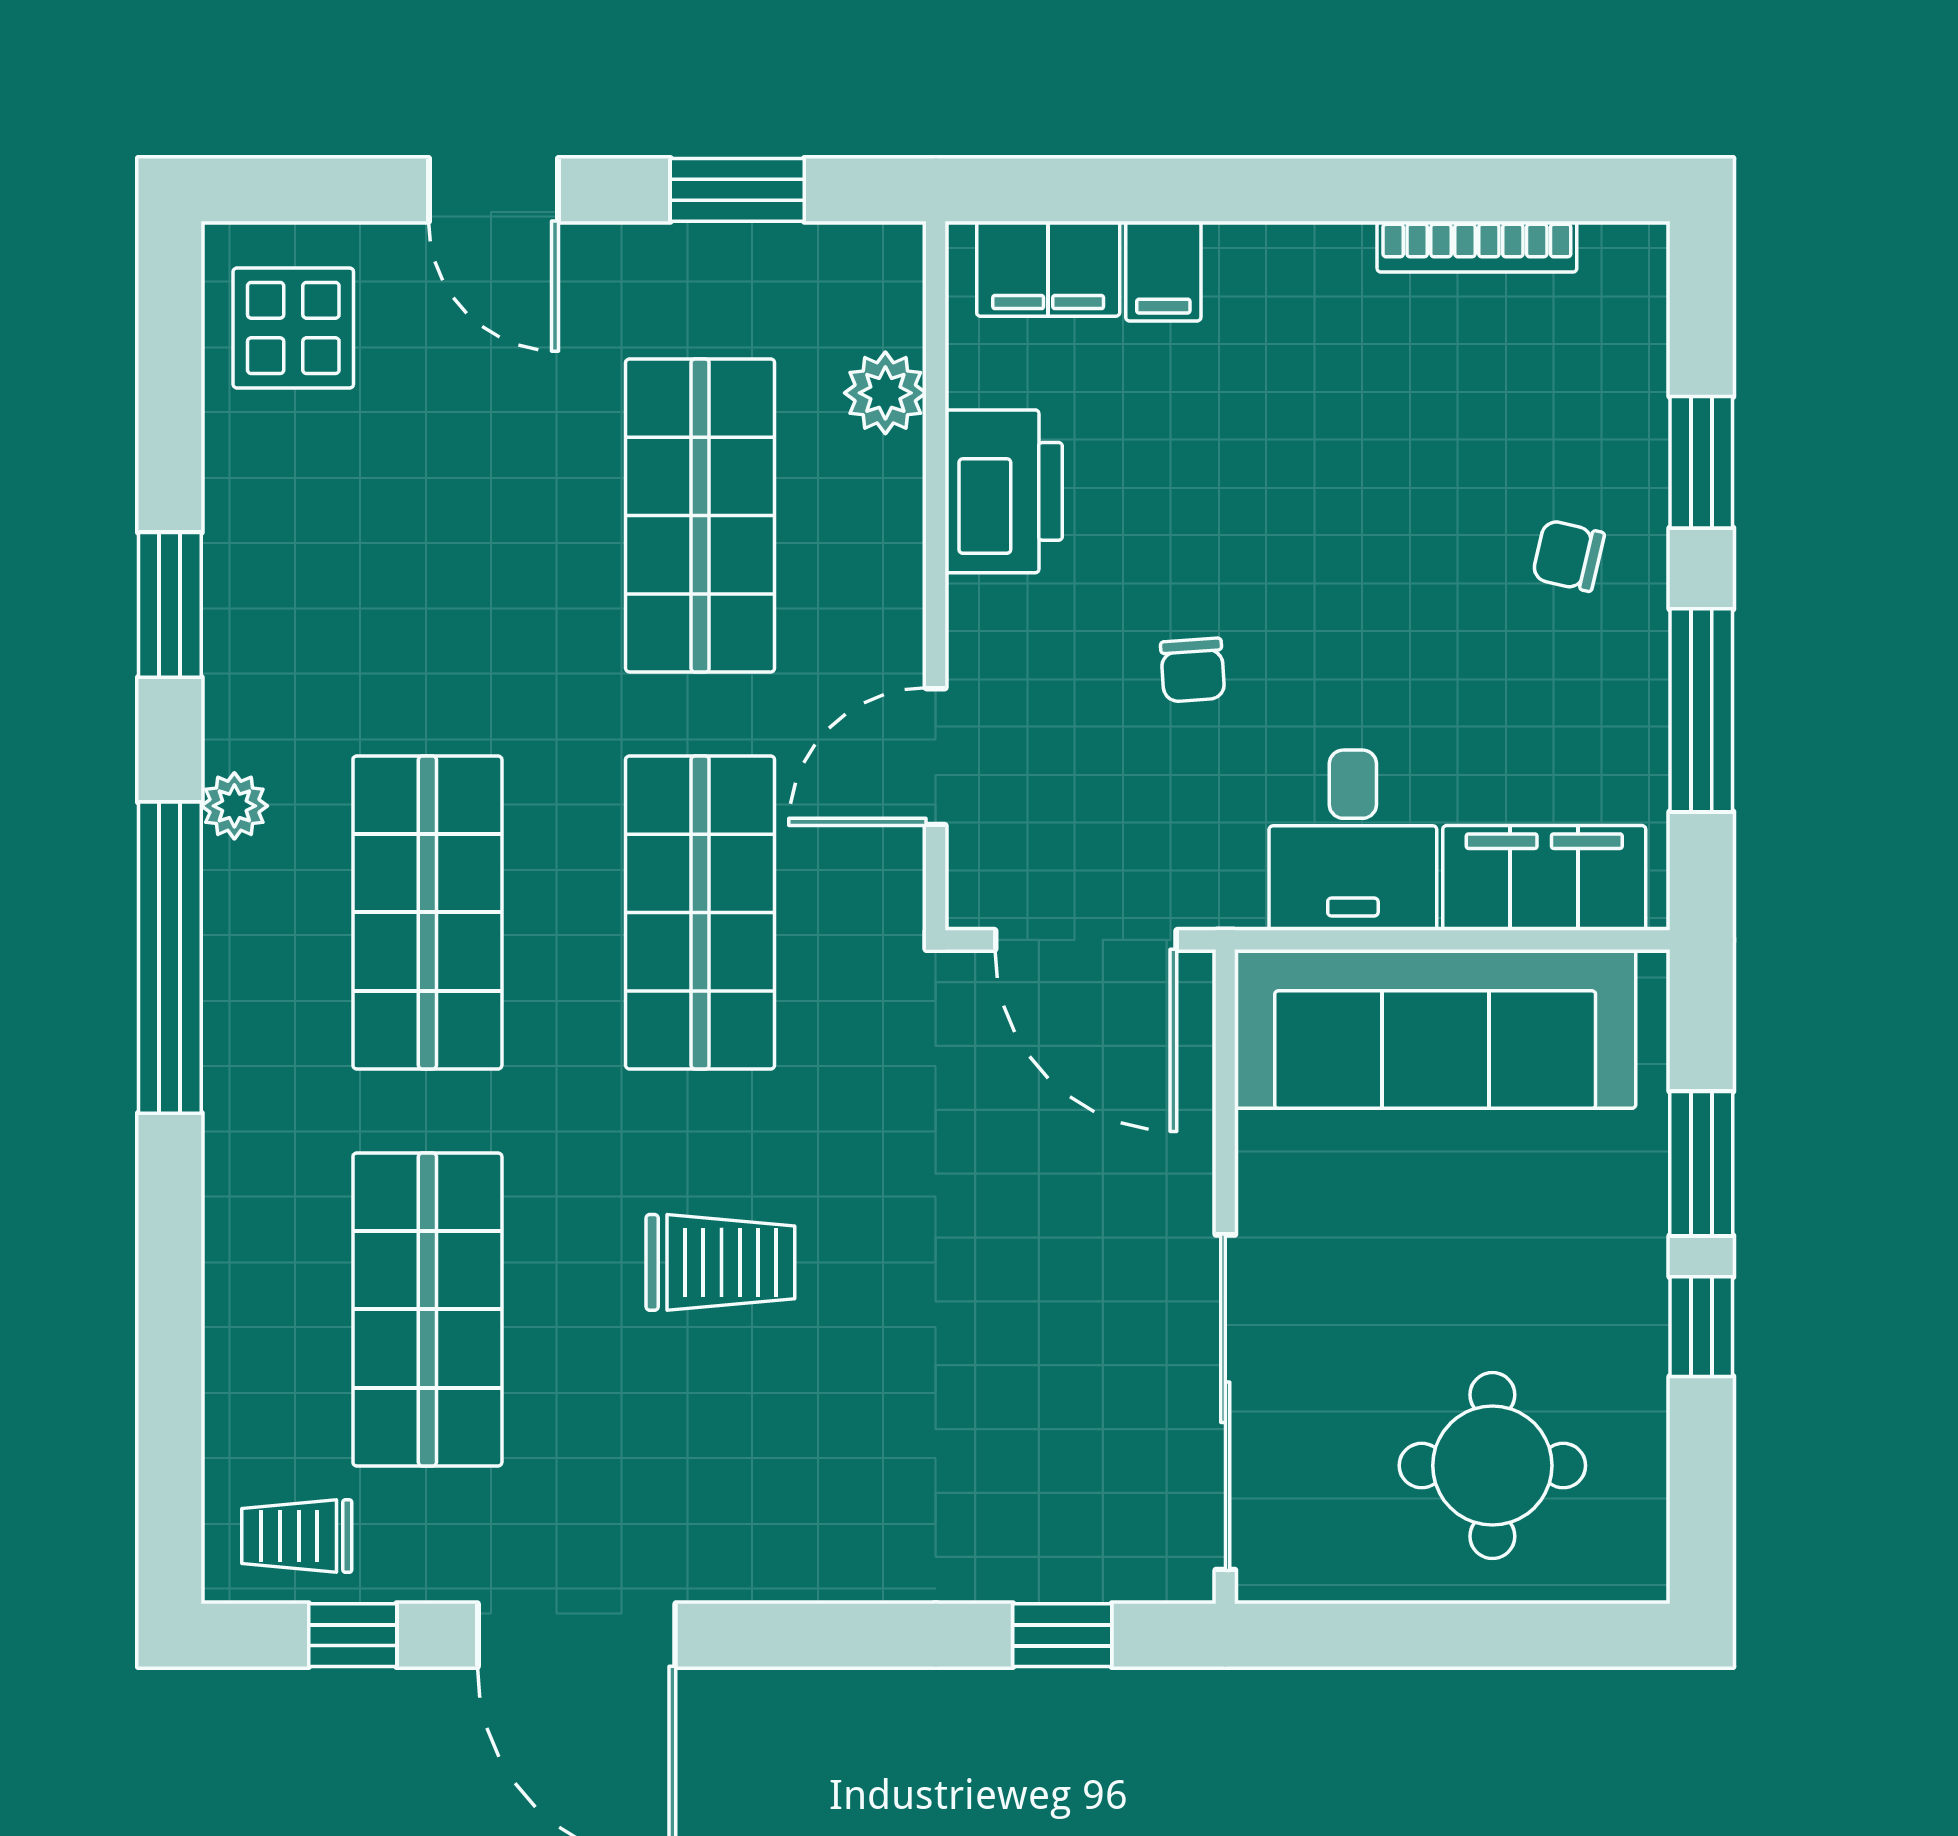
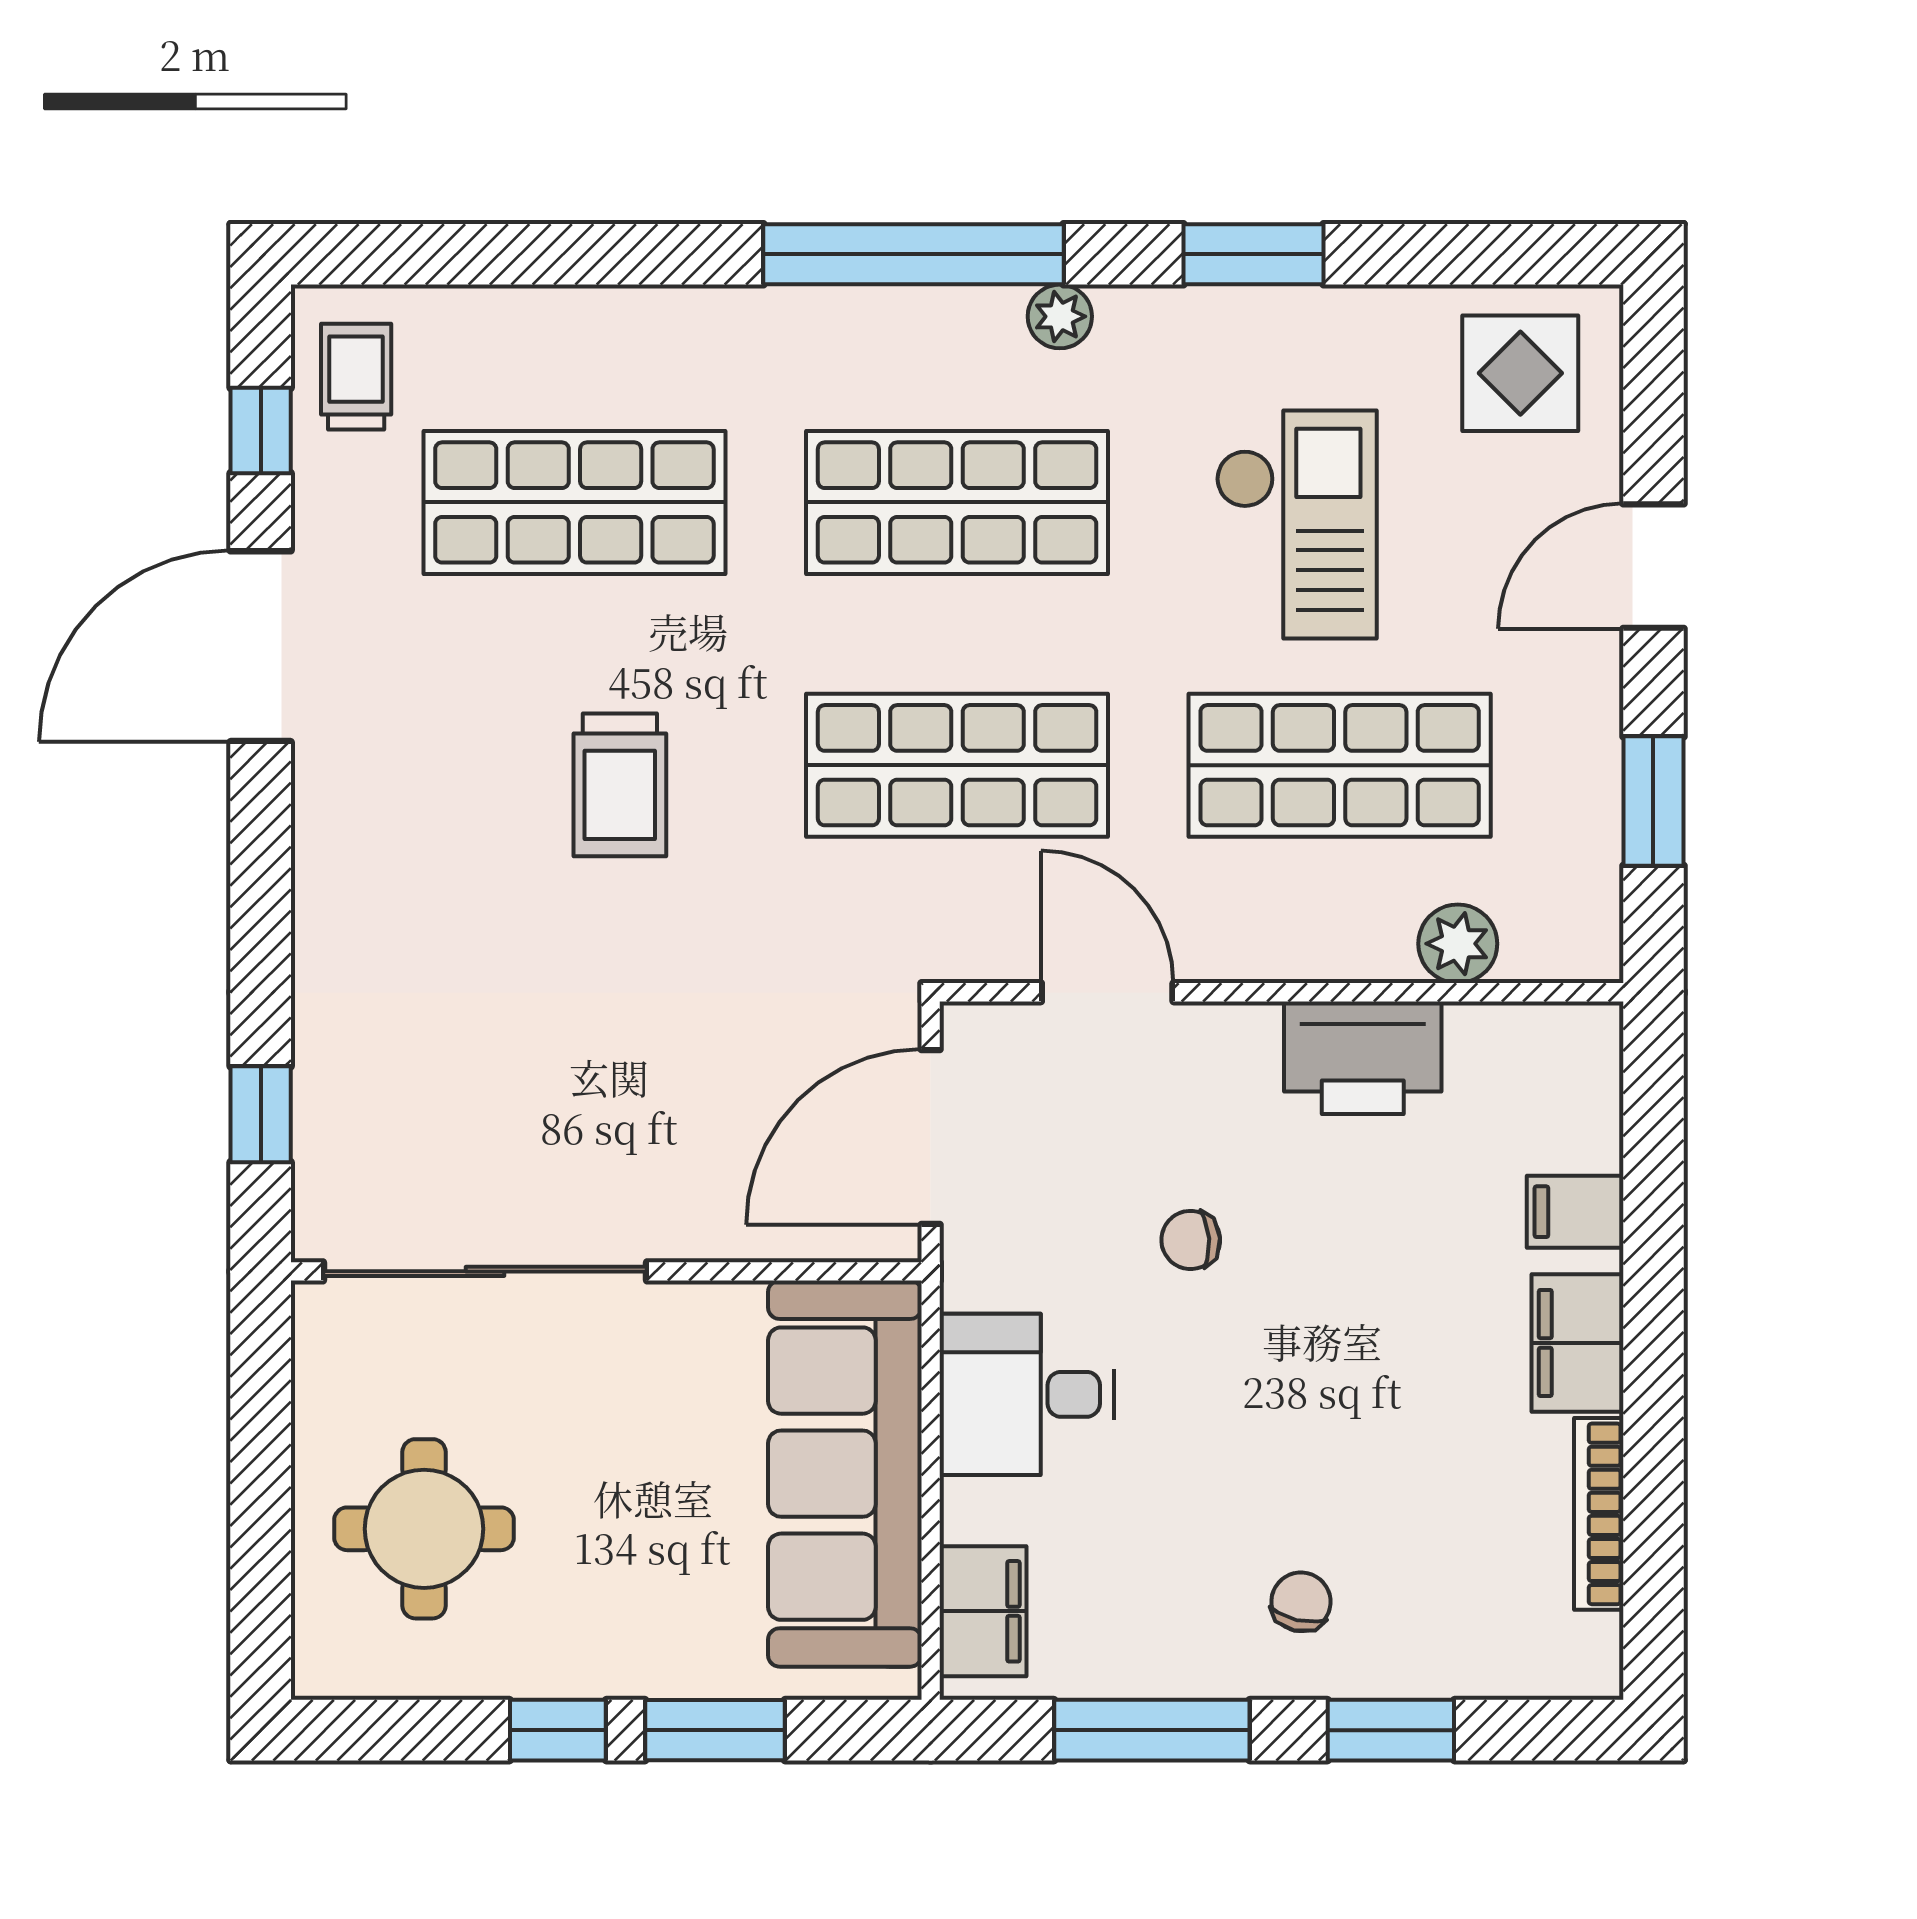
filing cabinet: (1048, 269) -> (1577, 1343), moved
checkout: (450, 560) -> (1296, 524), added
filing cabinet: (1544, 878) -> (983, 1611), width x0.67, depth x0.86

